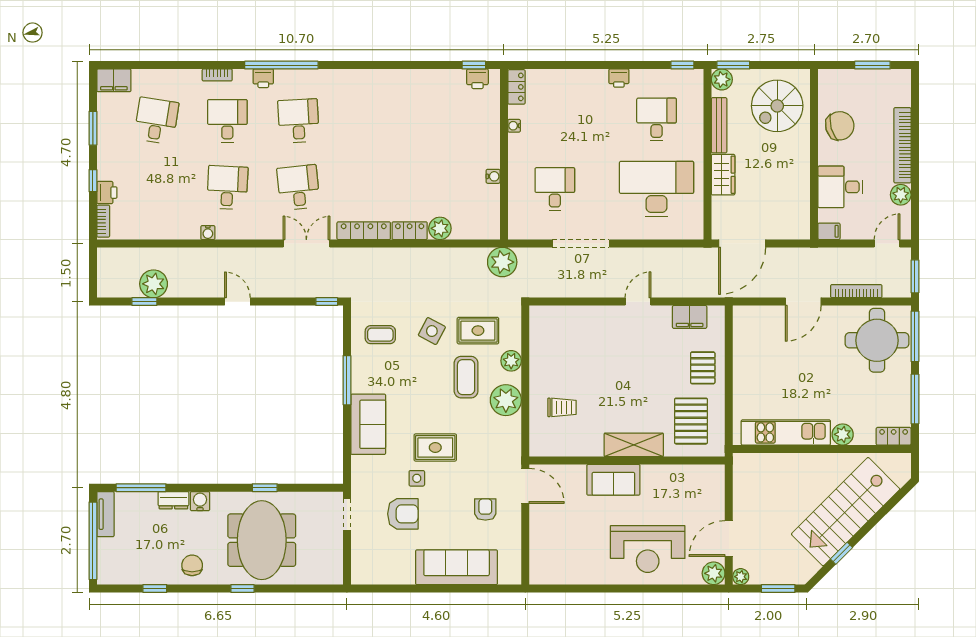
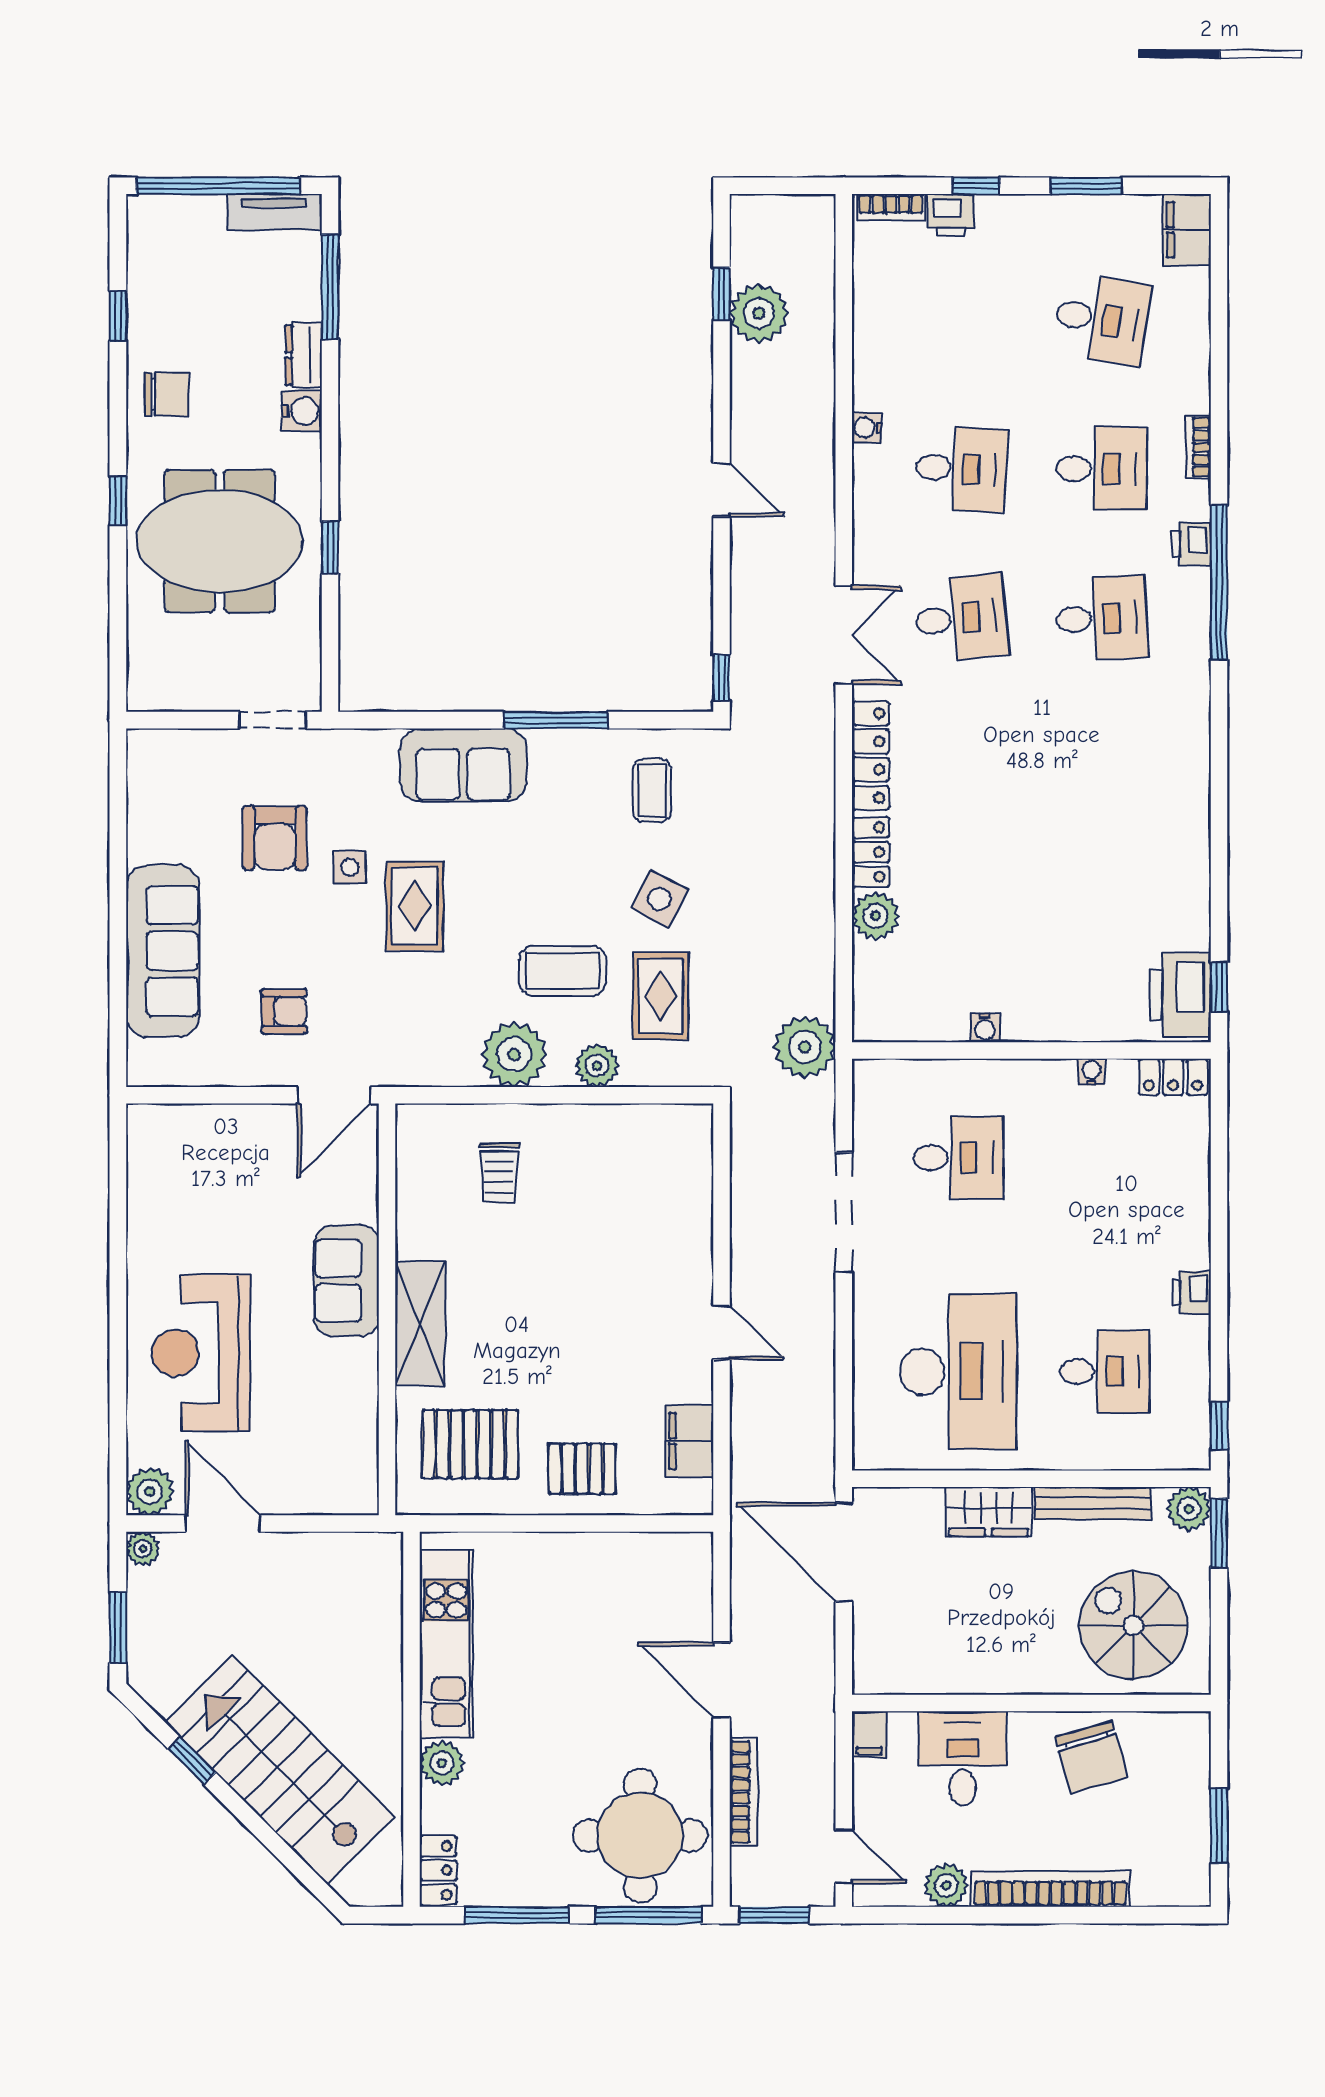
printer: (477, 79) -> (1180, 995), width x1.87, depth x1.48
door: (237, 302) -> (721, 490), hinge flipped

